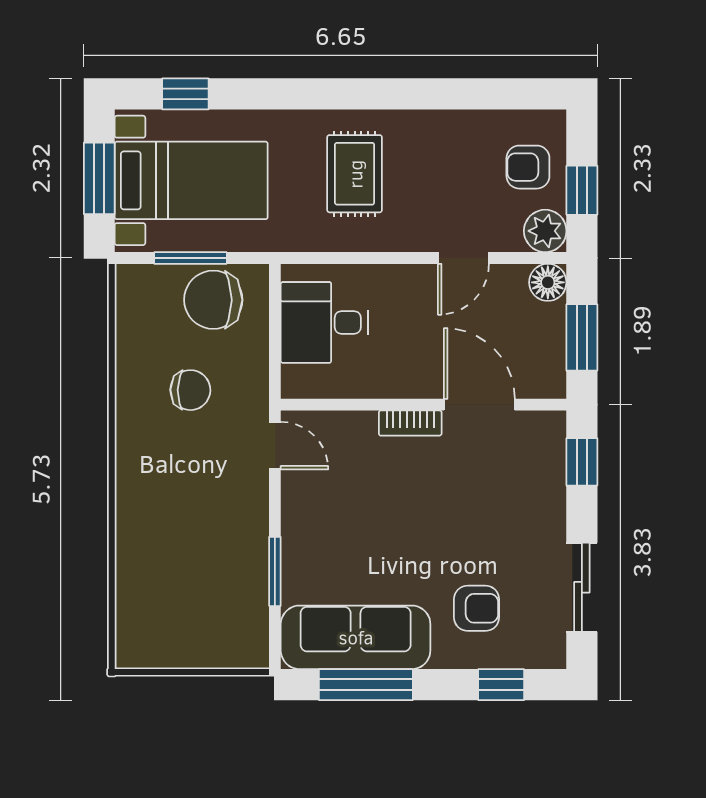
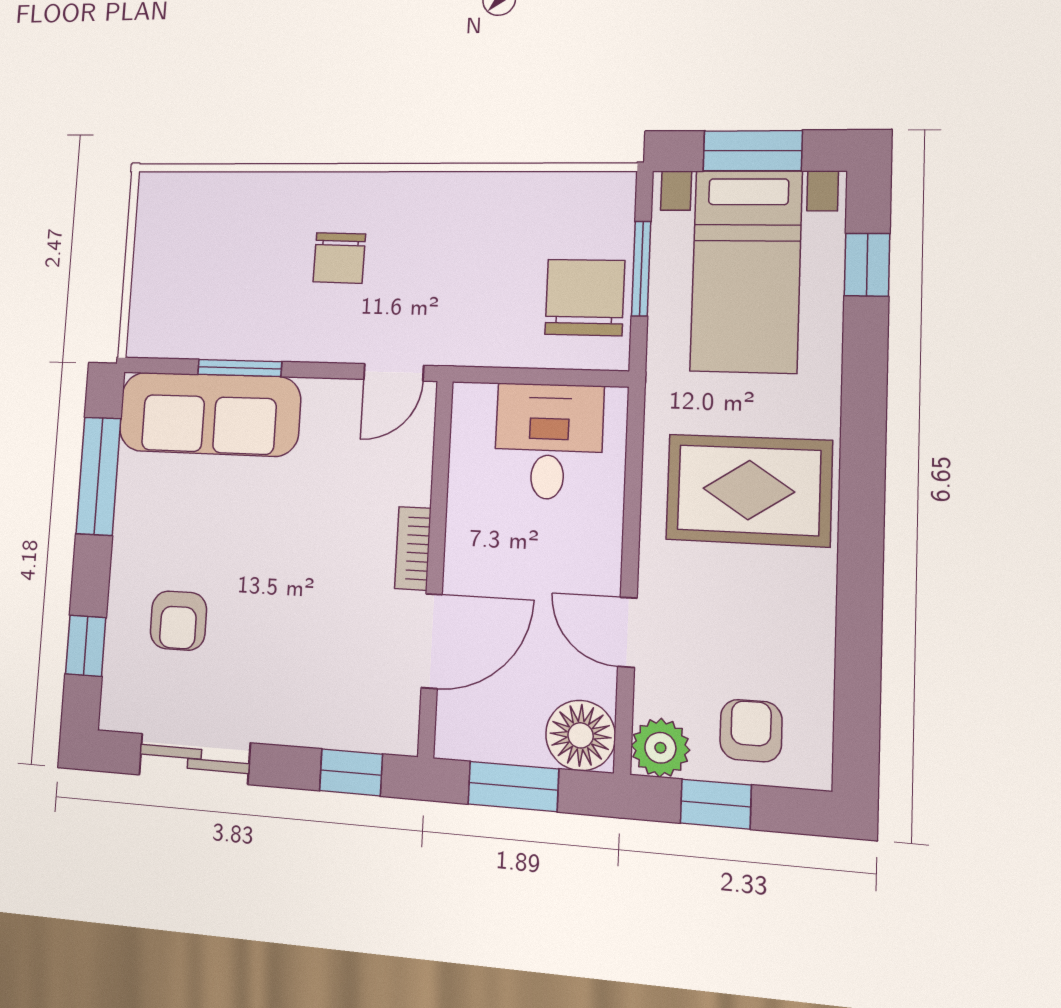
rug: (355, 174) -> (749, 490), width x1.36, depth x1.43
floor lamp: (548, 282) -> (581, 735), width x1.38, depth x1.38
chair: (190, 390) -> (339, 258), moved
sofa: (356, 637) -> (209, 414), moved, turned 90

